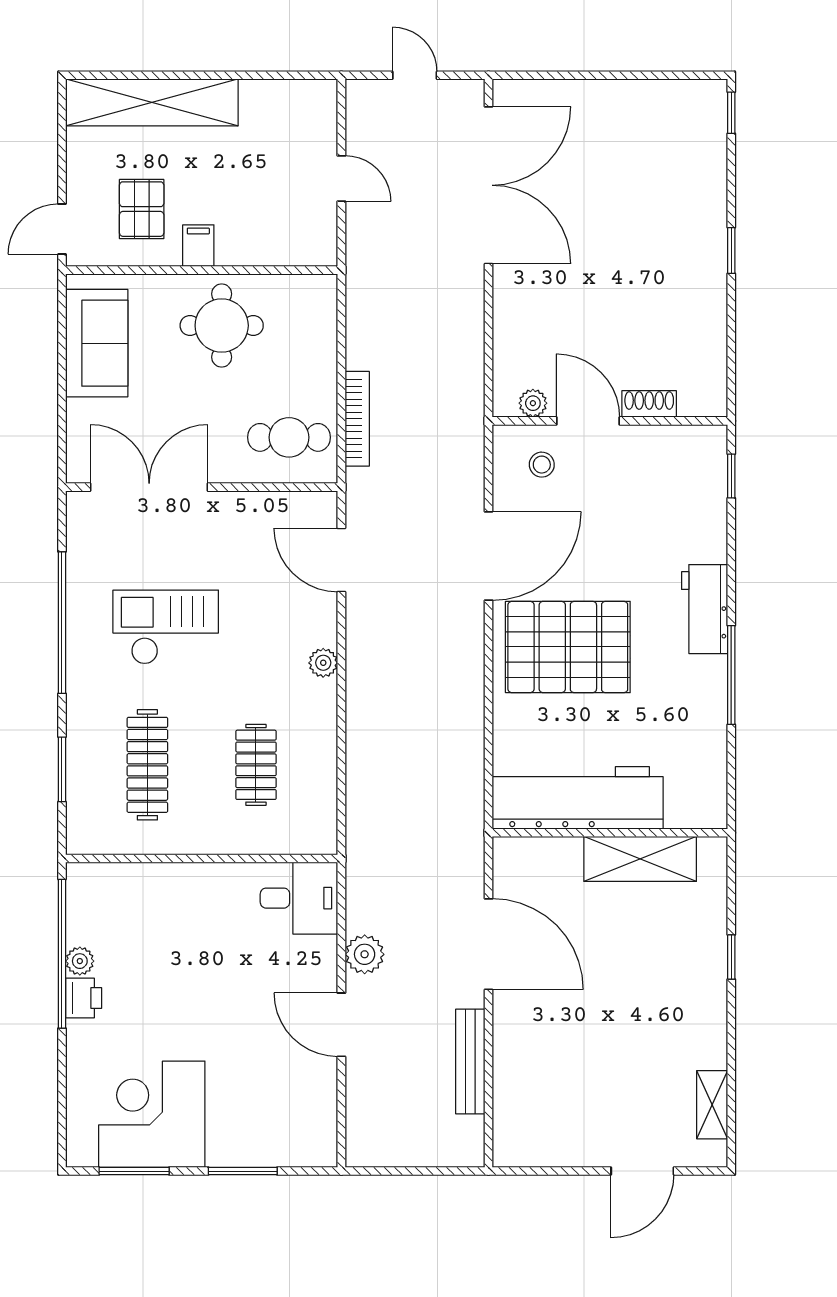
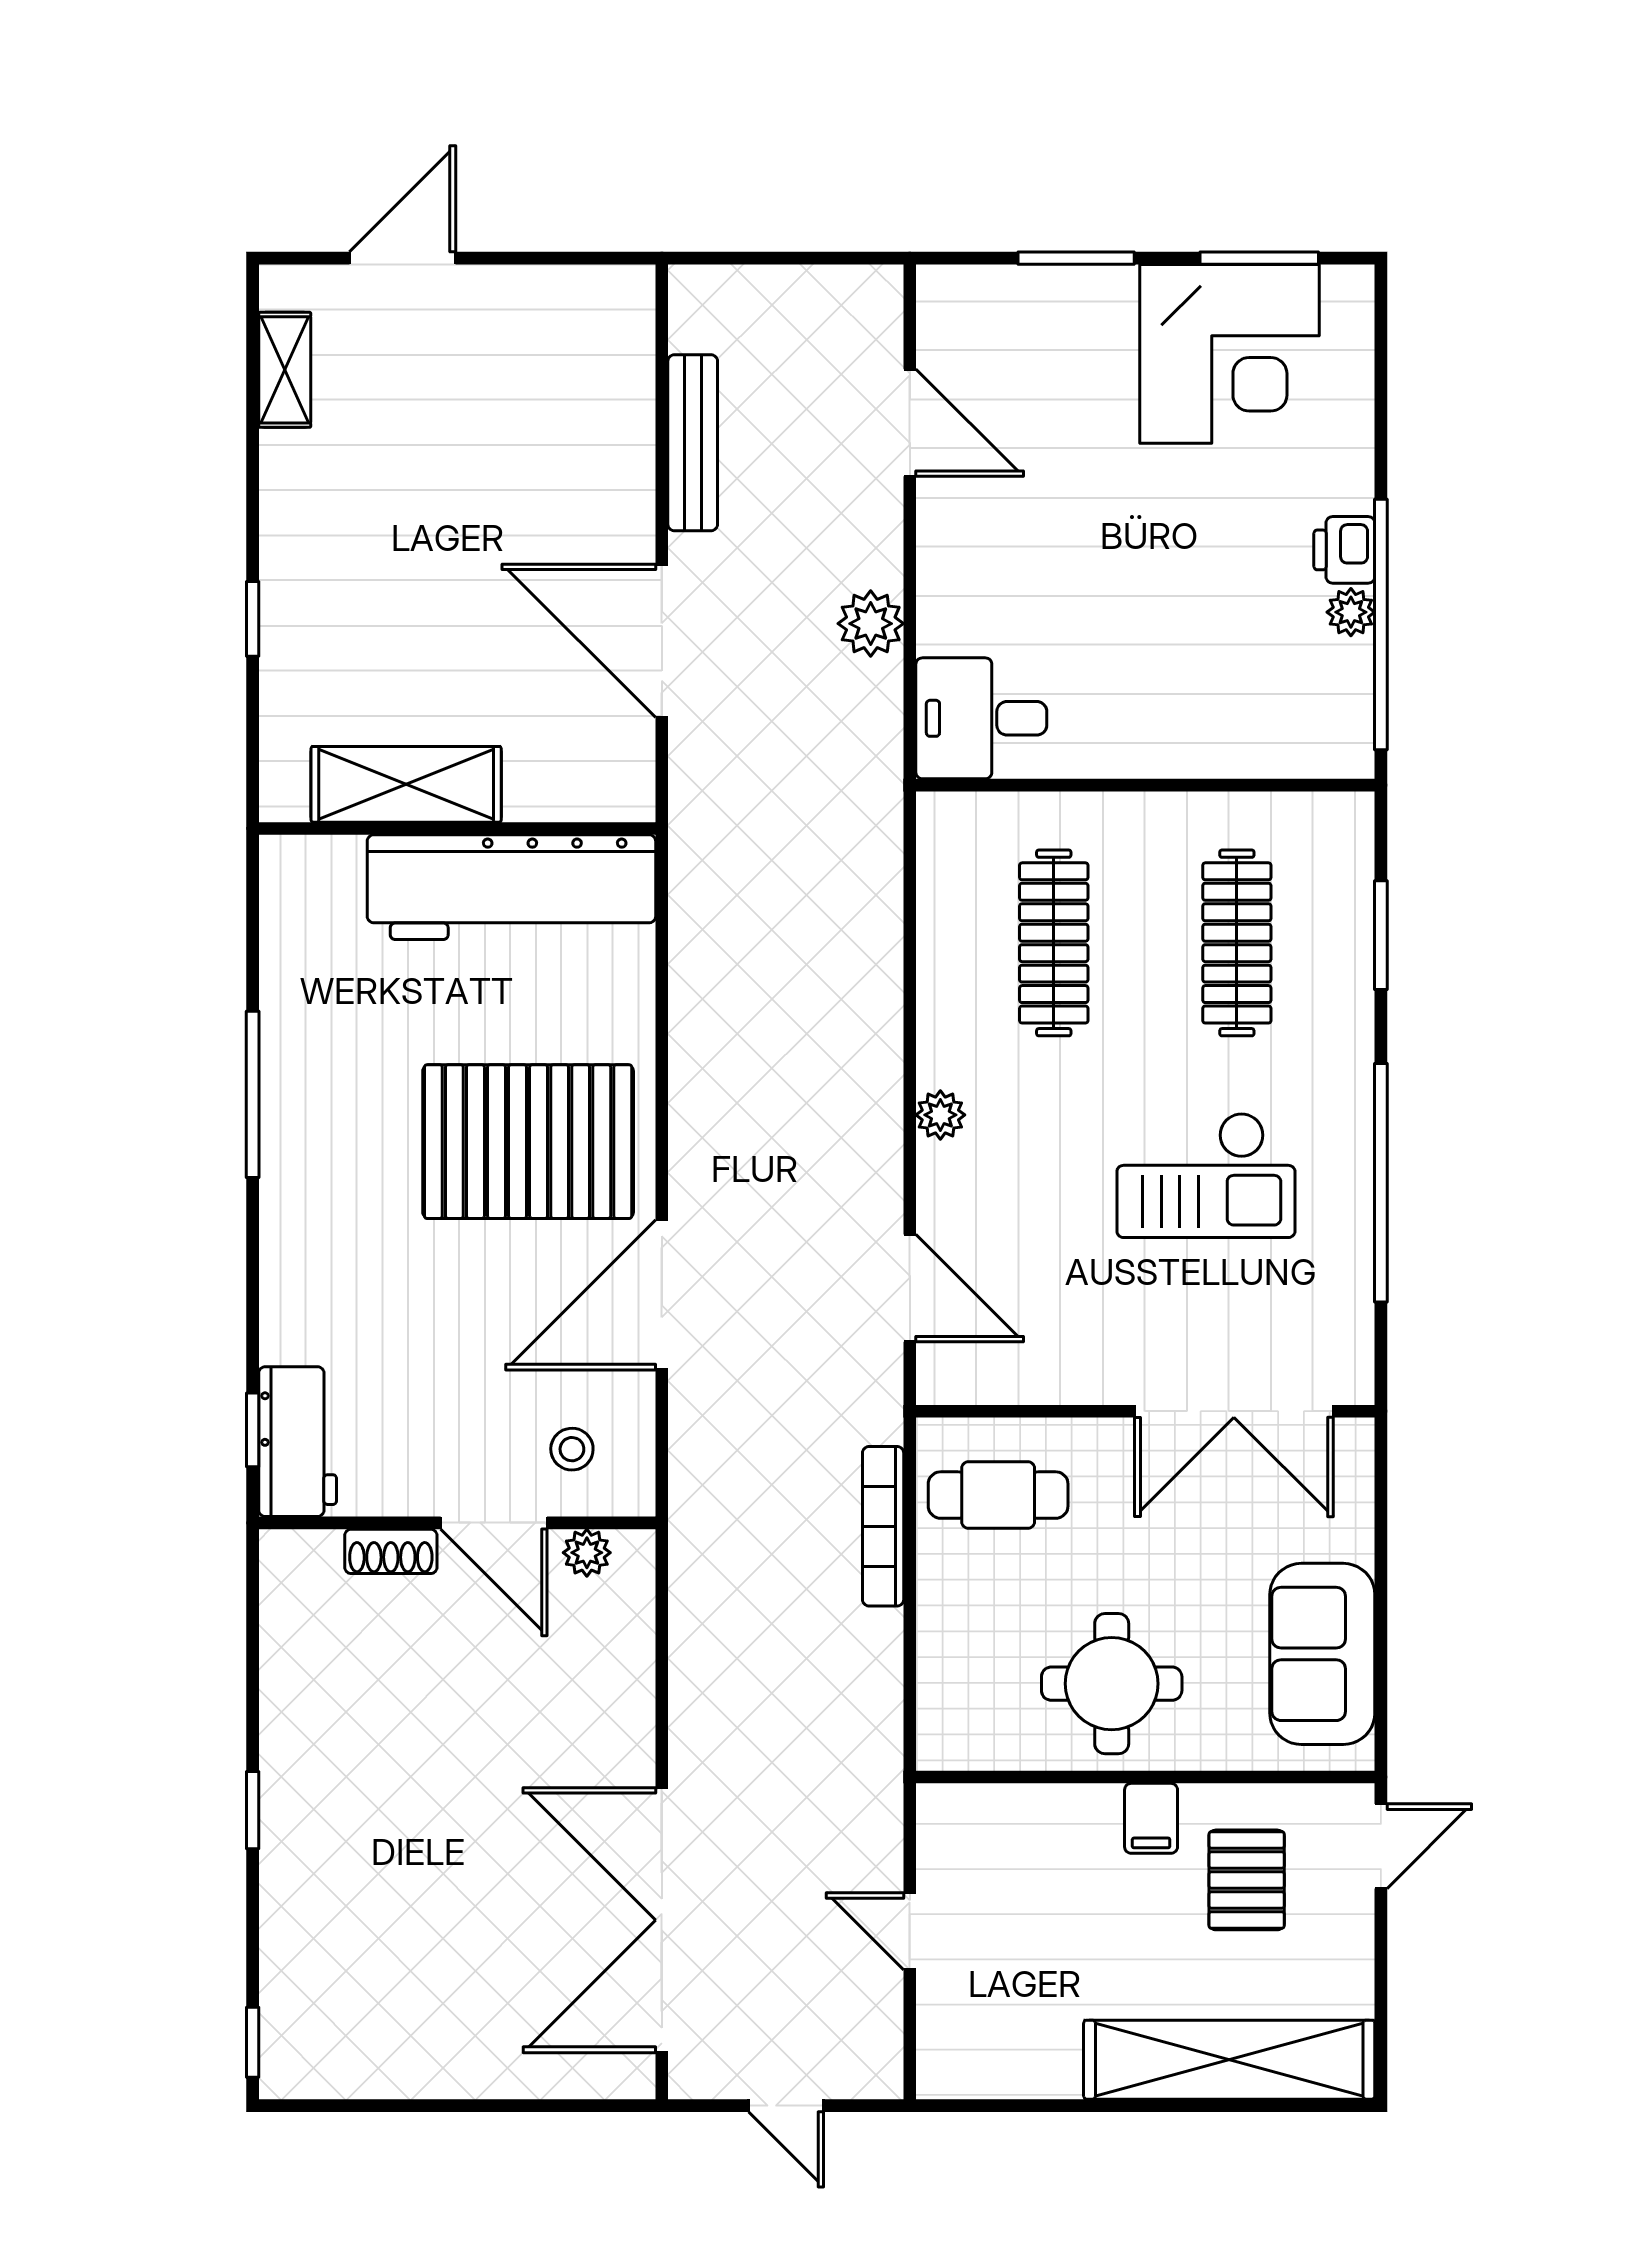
workbench: (705, 609) -> (298, 1442), moved
clothes rail: (256, 765) -> (1054, 943), width x1.36
door: (341, 1025) -> (910, 423), moved

